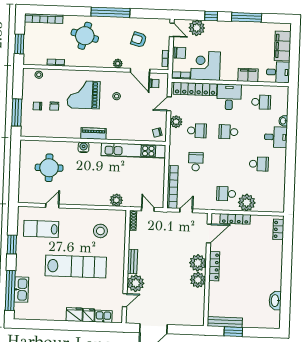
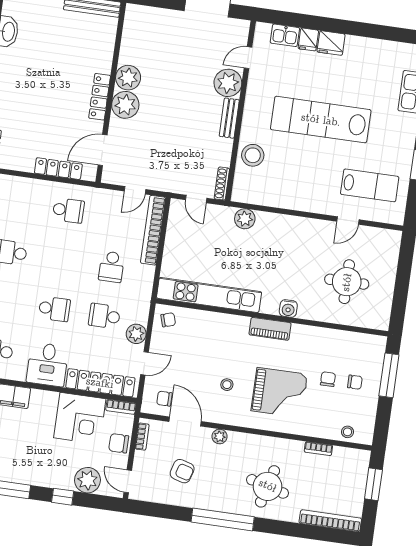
plant: (247, 203) -> (37, 193), removed
stool: (100, 231) -> (253, 155), moved

